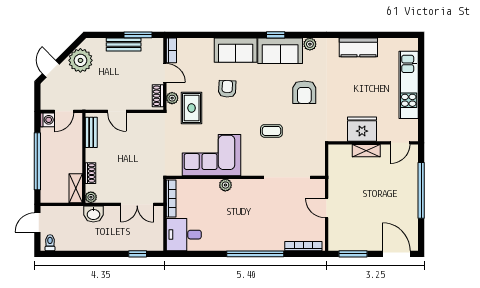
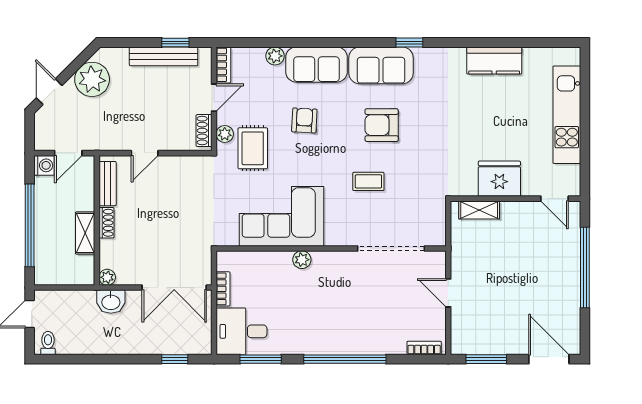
window: (138, 35) -> (175, 42), width x0.67
window: (276, 35) -> (409, 42), moved
bench: (124, 44) -> (164, 56), width x1.36
plant: (310, 44) -> (275, 56), moved
door: (165, 73) -> (214, 98), hinge flipped
armchair: (304, 92) -> (382, 125), moved, turned 90
door: (117, 111) -> (145, 153), hinge flipped
door: (400, 143) -> (555, 199), hinge flipped
shelving: (366, 151) -> (479, 210), moved
shoe rack: (90, 173) -> (106, 223), moved
shelving: (76, 188) -> (85, 233), moved
bookcase: (171, 199) -> (223, 289), width x0.64
double door: (137, 204) -> (174, 288), width x1.37
bookcase: (303, 246) -> (424, 348), width x0.64
window: (197, 254) -> (261, 359), added

